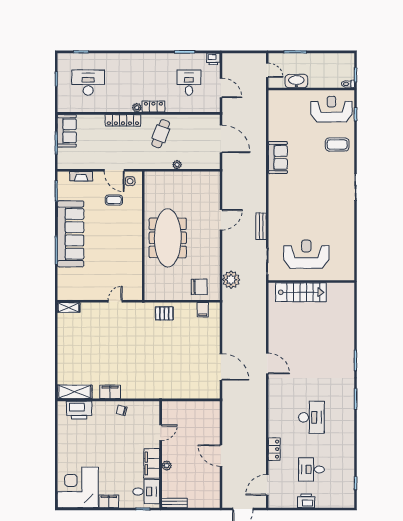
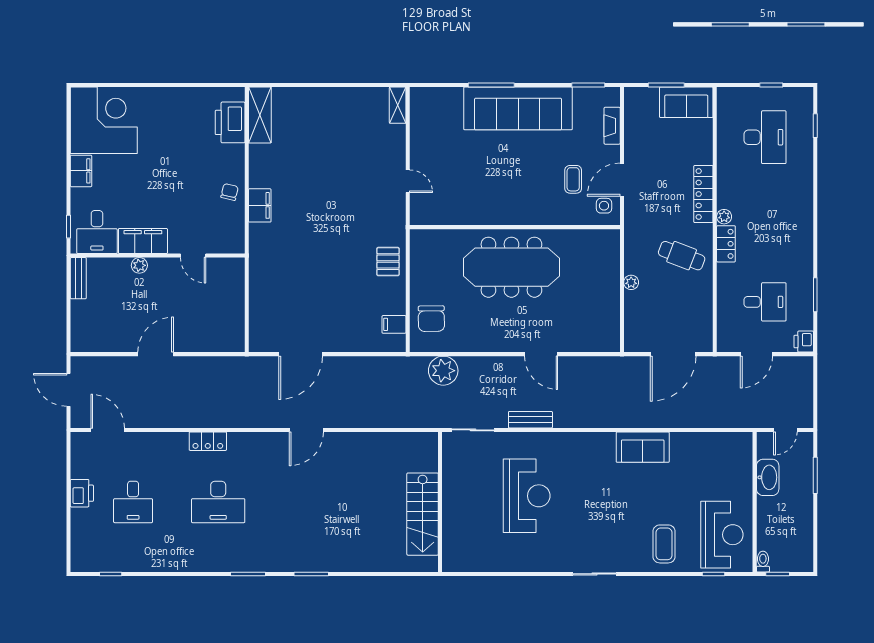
reception desk: (306, 254) -> (527, 496), moved
stairs: (301, 292) -> (423, 514), moved
filing cabinet: (110, 392) -> (260, 205), moved
locker: (274, 449) -> (208, 441), moved
desk: (311, 469) -> (133, 502), turned 180

